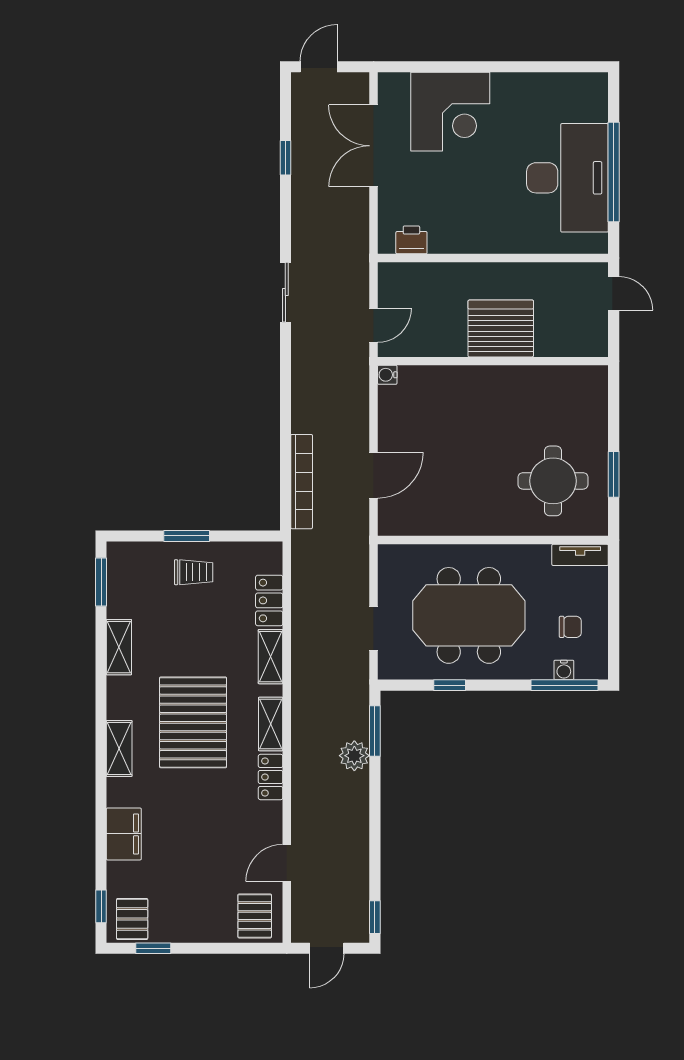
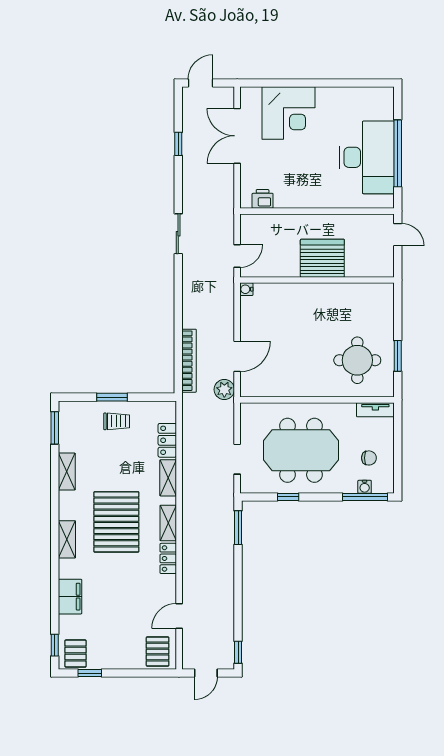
plant: (354, 756) -> (224, 390), moved

